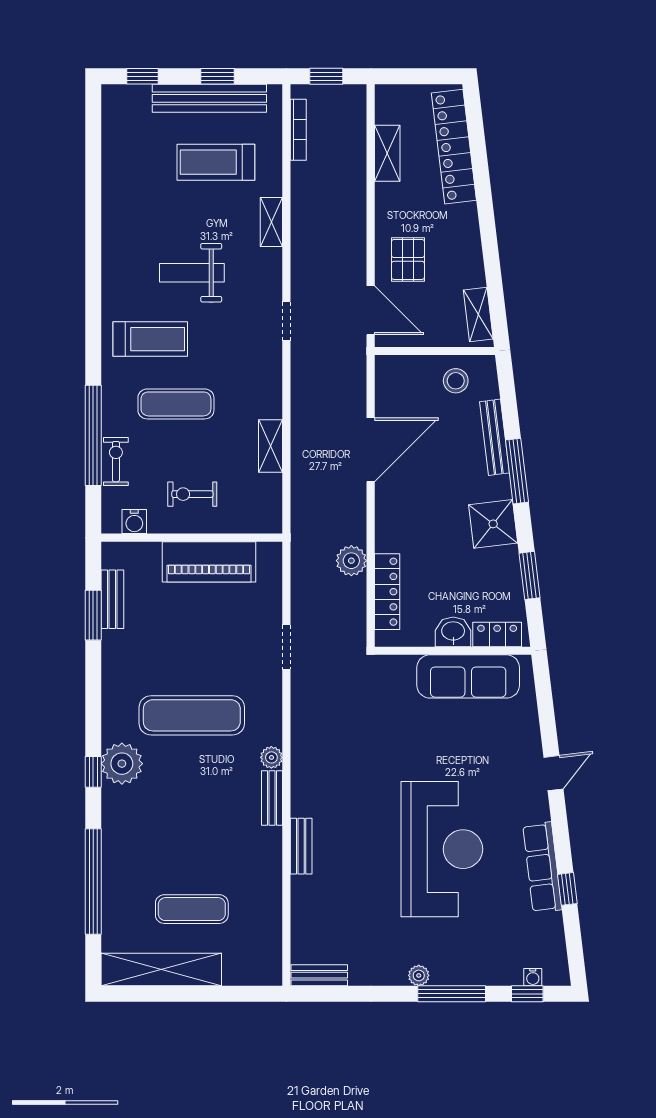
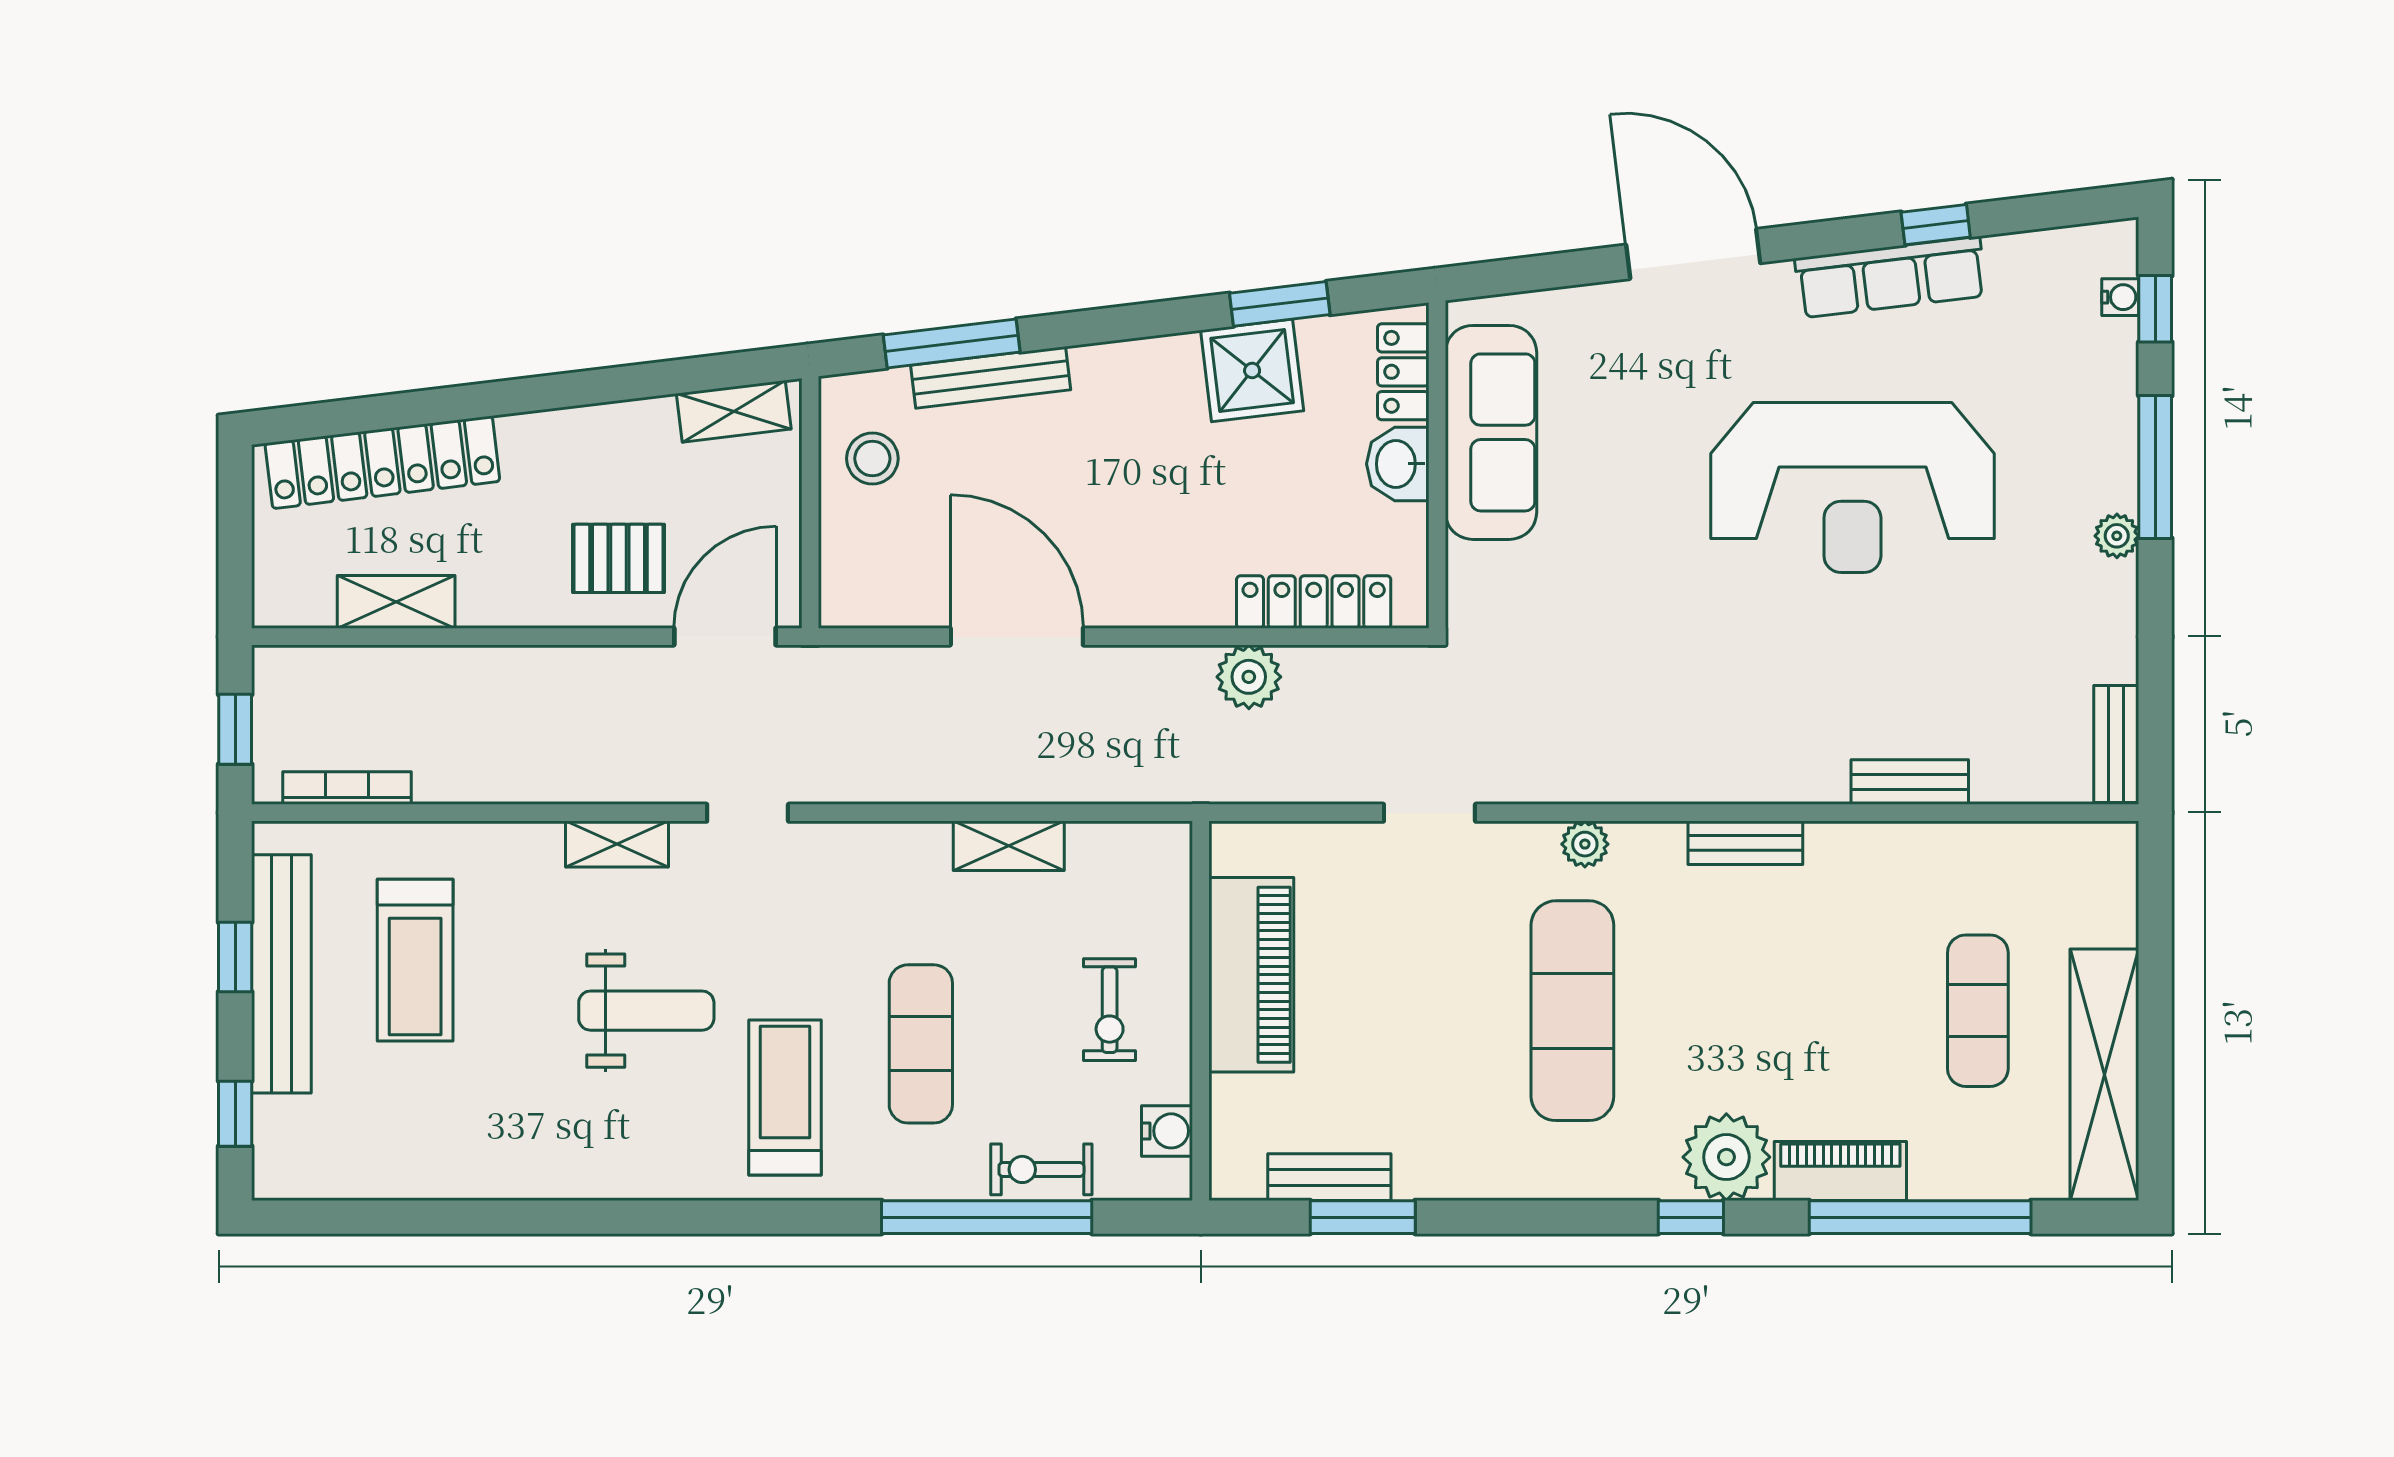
shelving: (271, 222) -> (617, 844), moved
weight bench: (192, 273) -> (646, 1011), turned -90
window: (517, 471) -> (952, 344), moved
shower: (493, 524) -> (1252, 370), moved
plant: (271, 757) -> (1585, 844), moved
plant: (122, 764) -> (1726, 1157), moved
door: (553, 773) -> (1693, 254), width x1.88
piano: (115, 843) -> (1840, 1171), added
bench: (301, 846) -> (1910, 782), moved
reception desk: (442, 849) -> (1852, 487), turned 180

